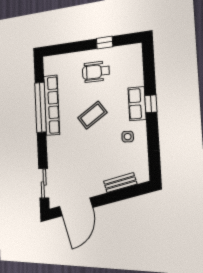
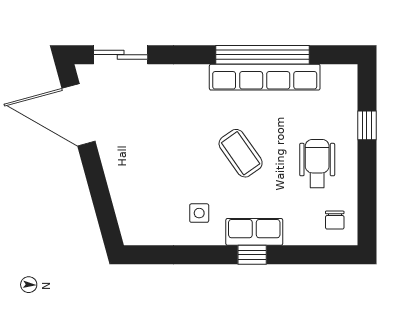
window: (105, 43) -> (367, 125), moved
chair: (127, 58) -> (335, 220), added
bench: (120, 183) -> (121, 196), removed

